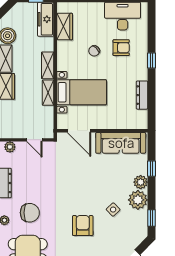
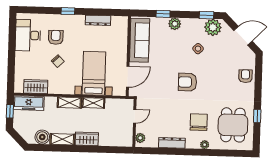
plant: (138, 200) -> (213, 27), moved
armchair: (83, 226) -> (187, 82), moved

